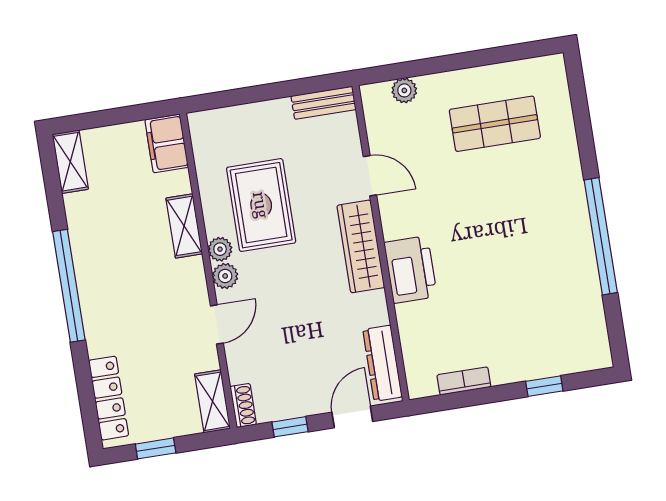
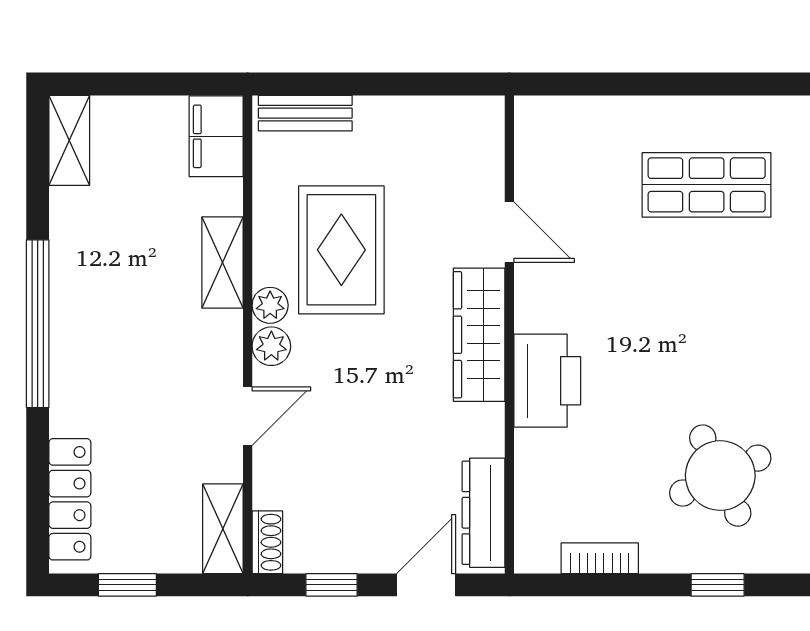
plant: (404, 90) -> (580, 114), removed
bench: (324, 103) -> (305, 113), moved
round table: (534, 314) -> (720, 476), added

